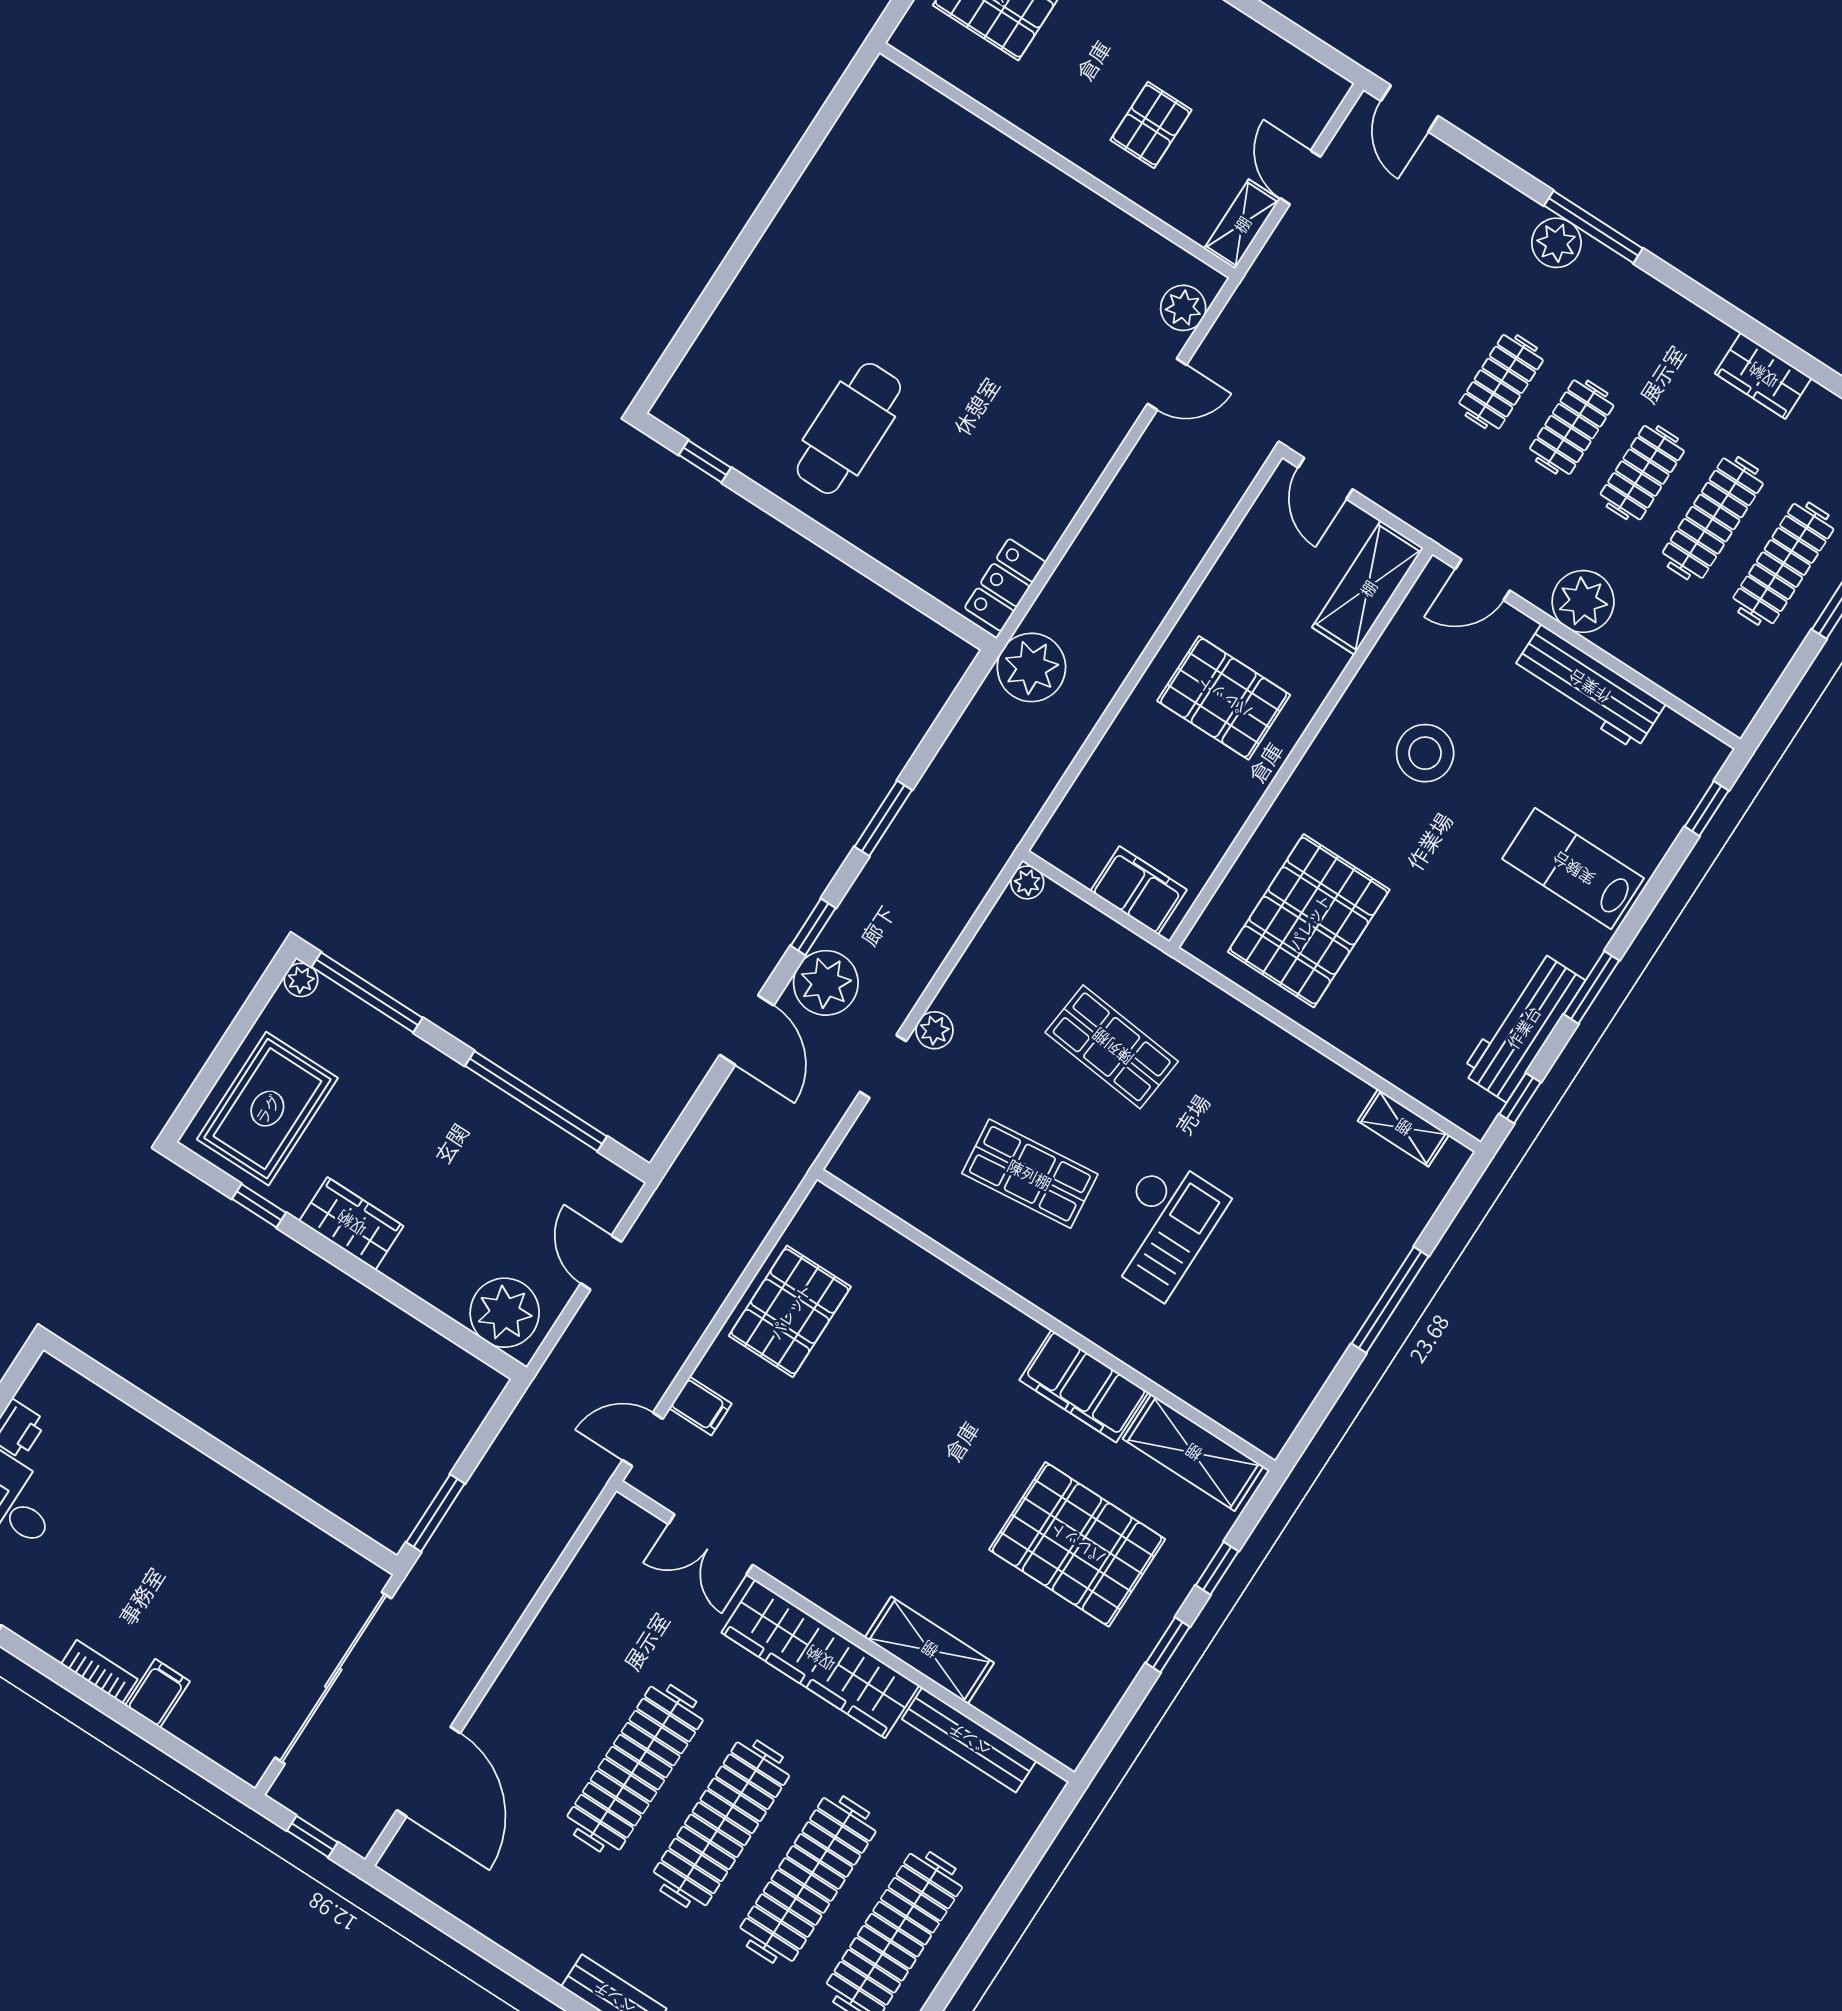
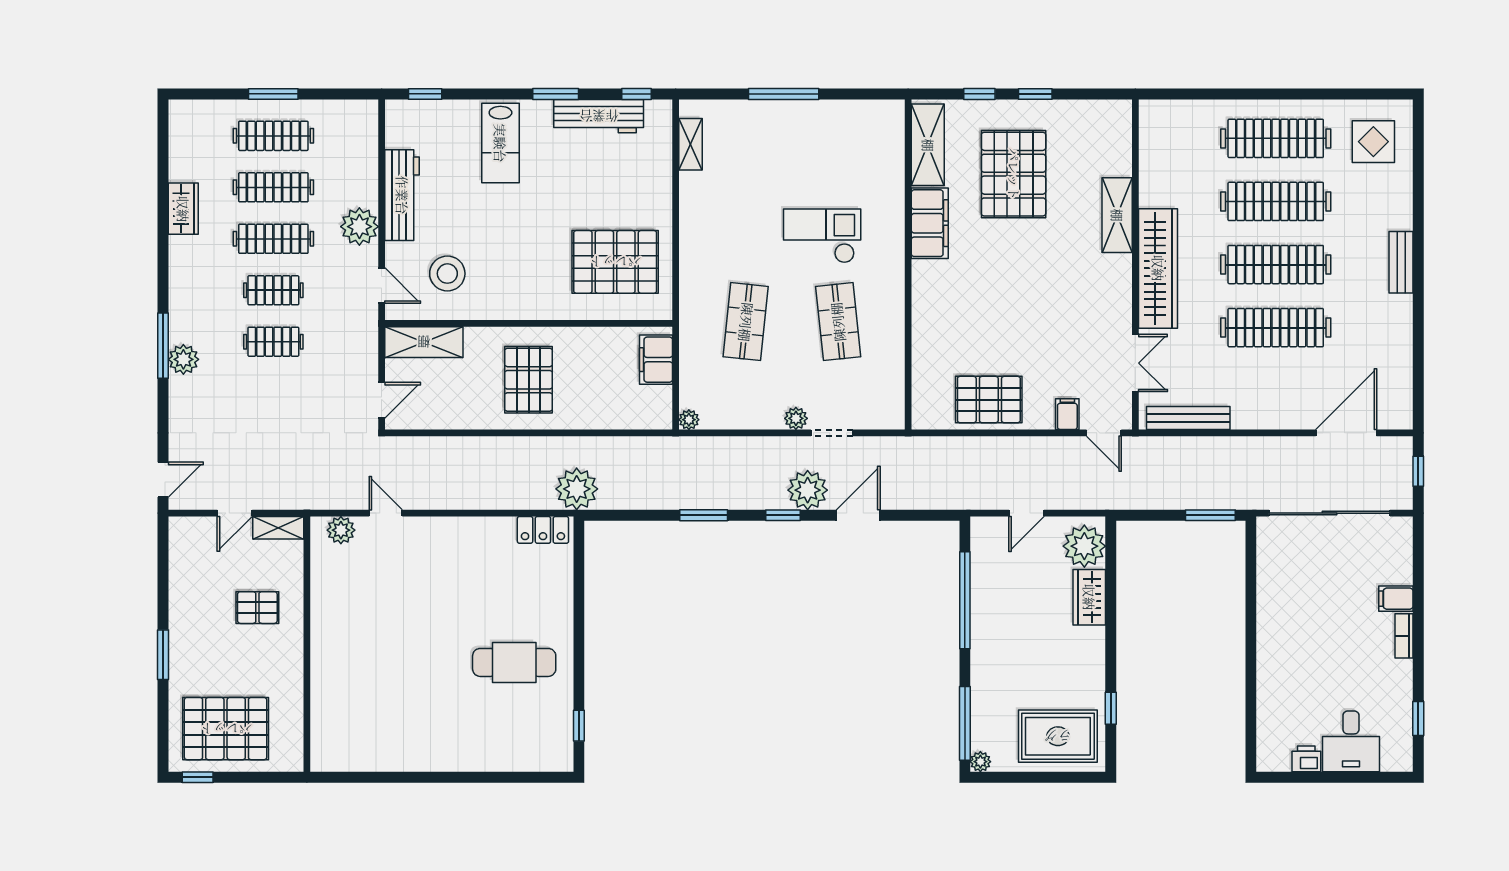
clothes rail: (1642, 473) -> (273, 239), width x1.36
stool: (1425, 753) -> (447, 274), moved
wardrobe: (351, 1224) -> (1089, 597), moved
bench: (969, 1740) -> (1188, 418), moved, turned 90

